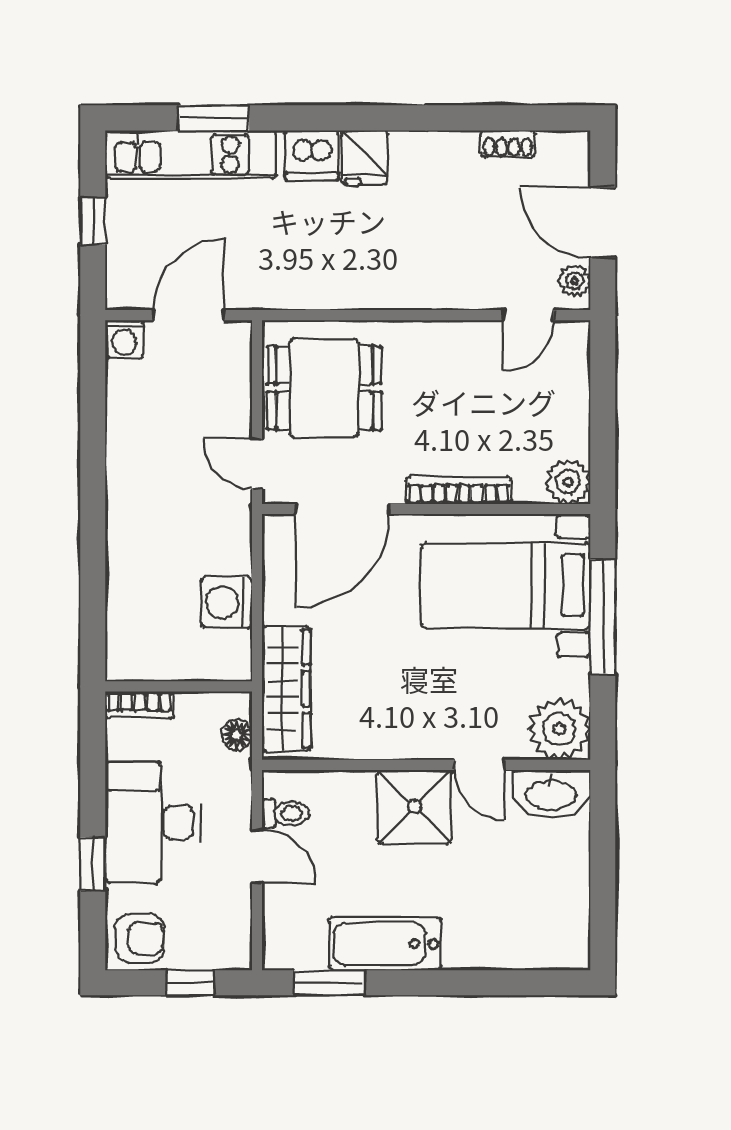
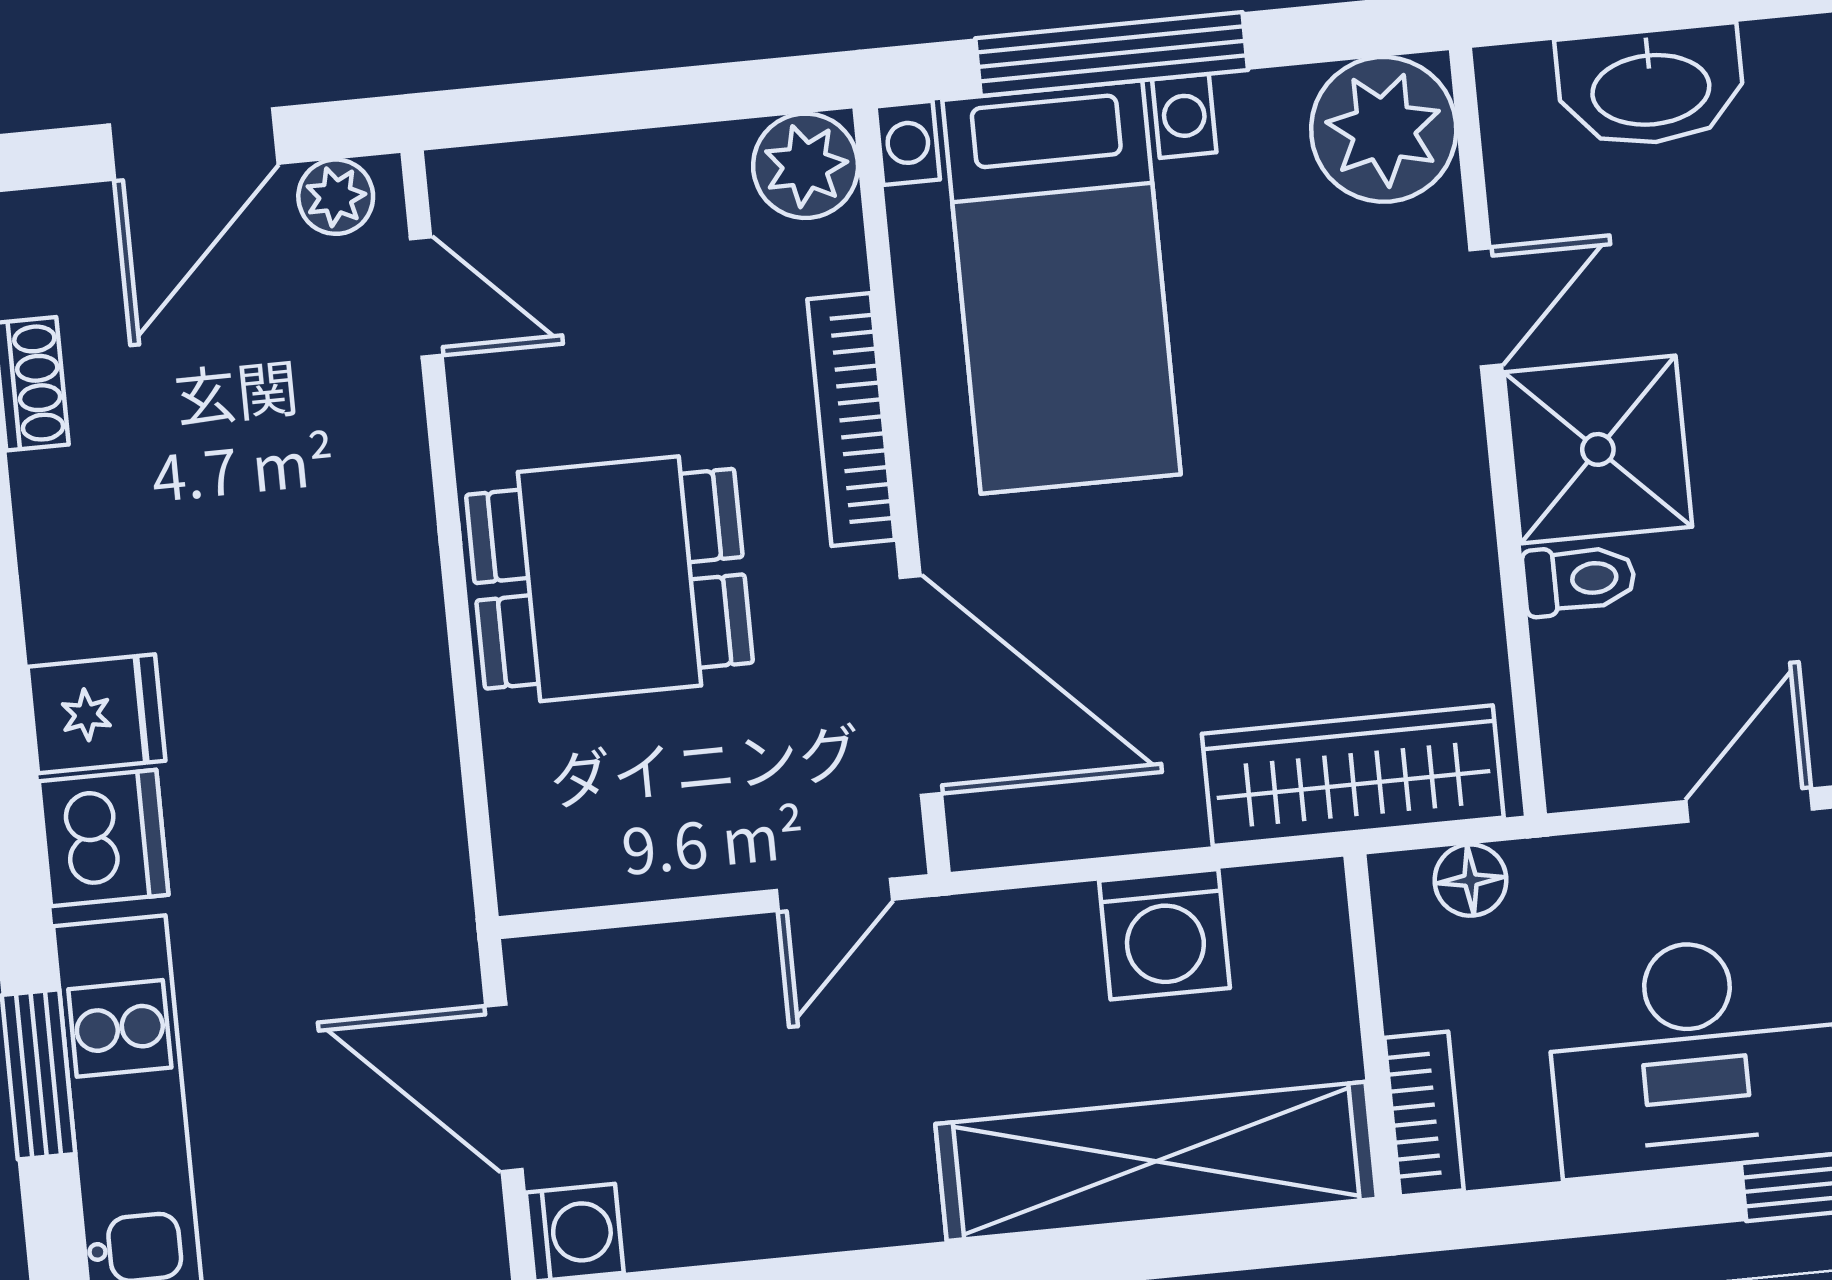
dining table: (324, 388) -> (609, 579), moved, turned 90
shelving: (130, 589) -> (1156, 1161), added
washbasin: (551, 794) -> (1651, 86), moved, turned 90
toilet: (285, 814) -> (1579, 579), moved, turned 90

